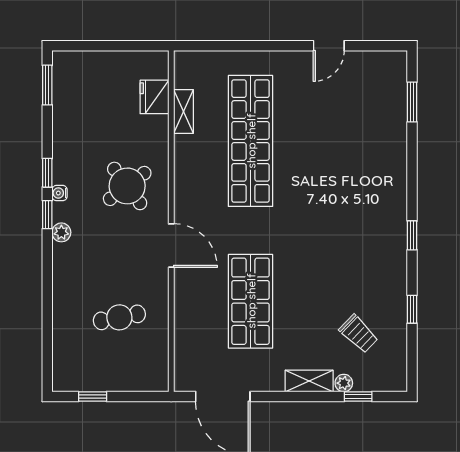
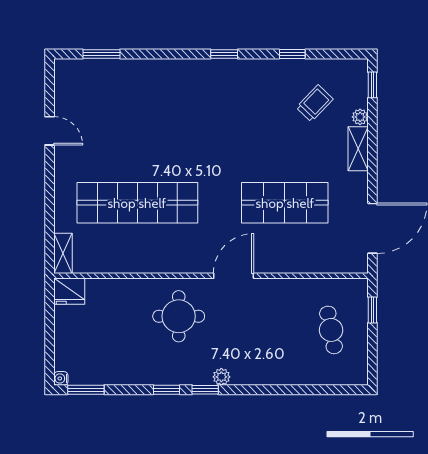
fridge: (154, 97) -> (69, 291), moved
shelving: (183, 111) -> (63, 253), moved, turned 90
round table: (127, 186) -> (179, 316), turned 37
water cooler: (60, 193) -> (61, 378), moved, turned 90
cafe table: (119, 317) -> (331, 330), moved
window: (93, 396) -> (372, 310), moved
window: (358, 396) -> (372, 85), moved

